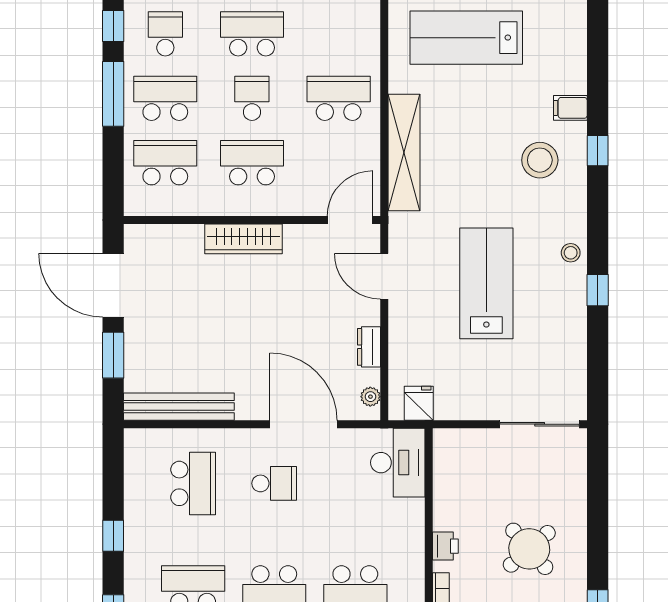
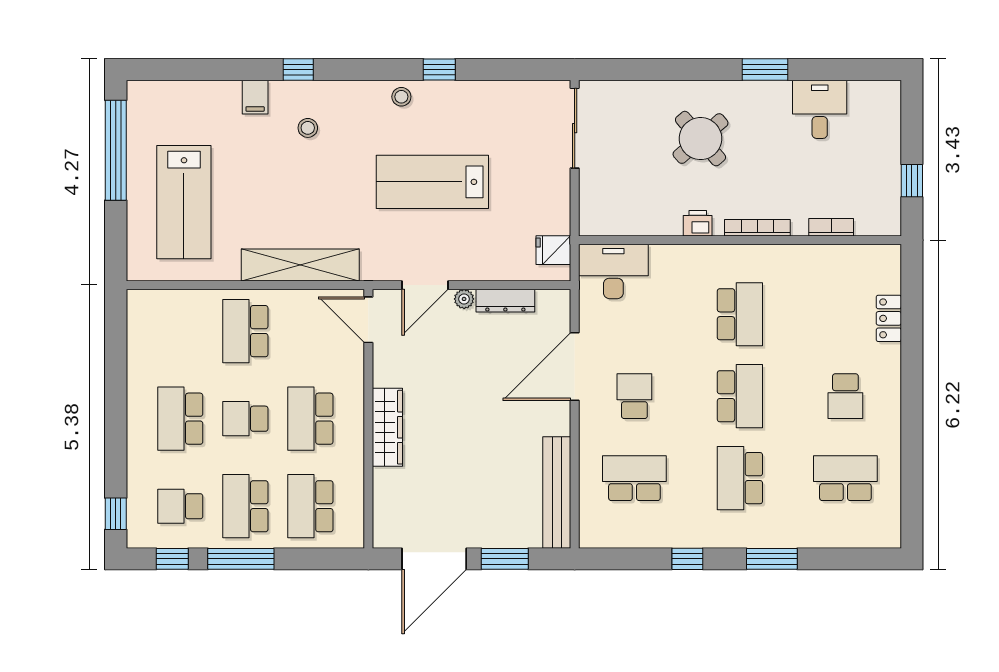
stool: (540, 160) -> (308, 128), width x0.53, depth x0.53
dresser: (369, 347) -> (505, 301), width x1.44
plant: (370, 397) -> (464, 299), moved

